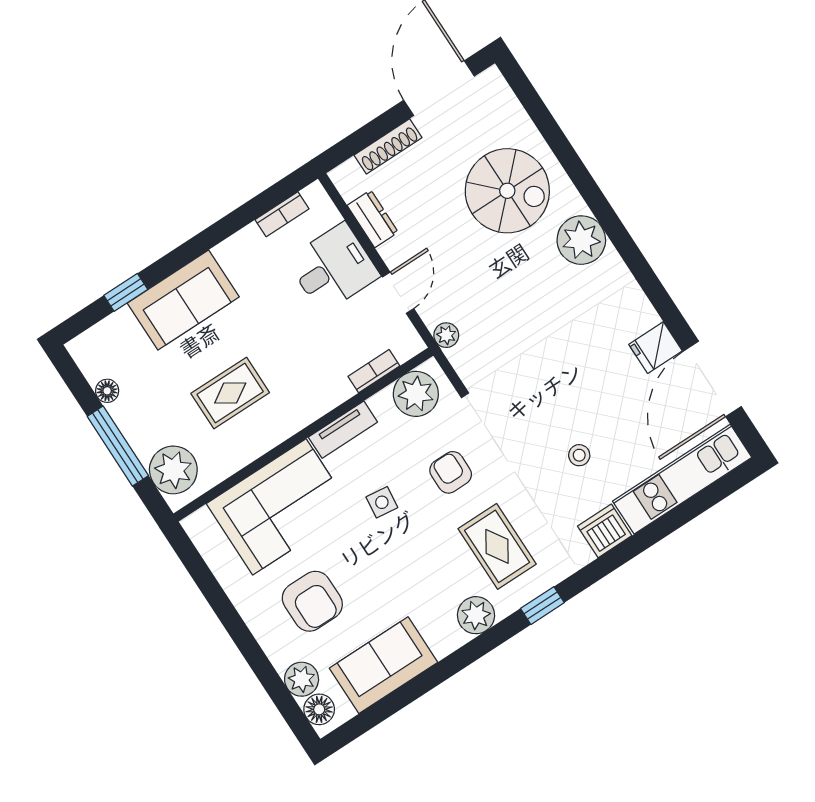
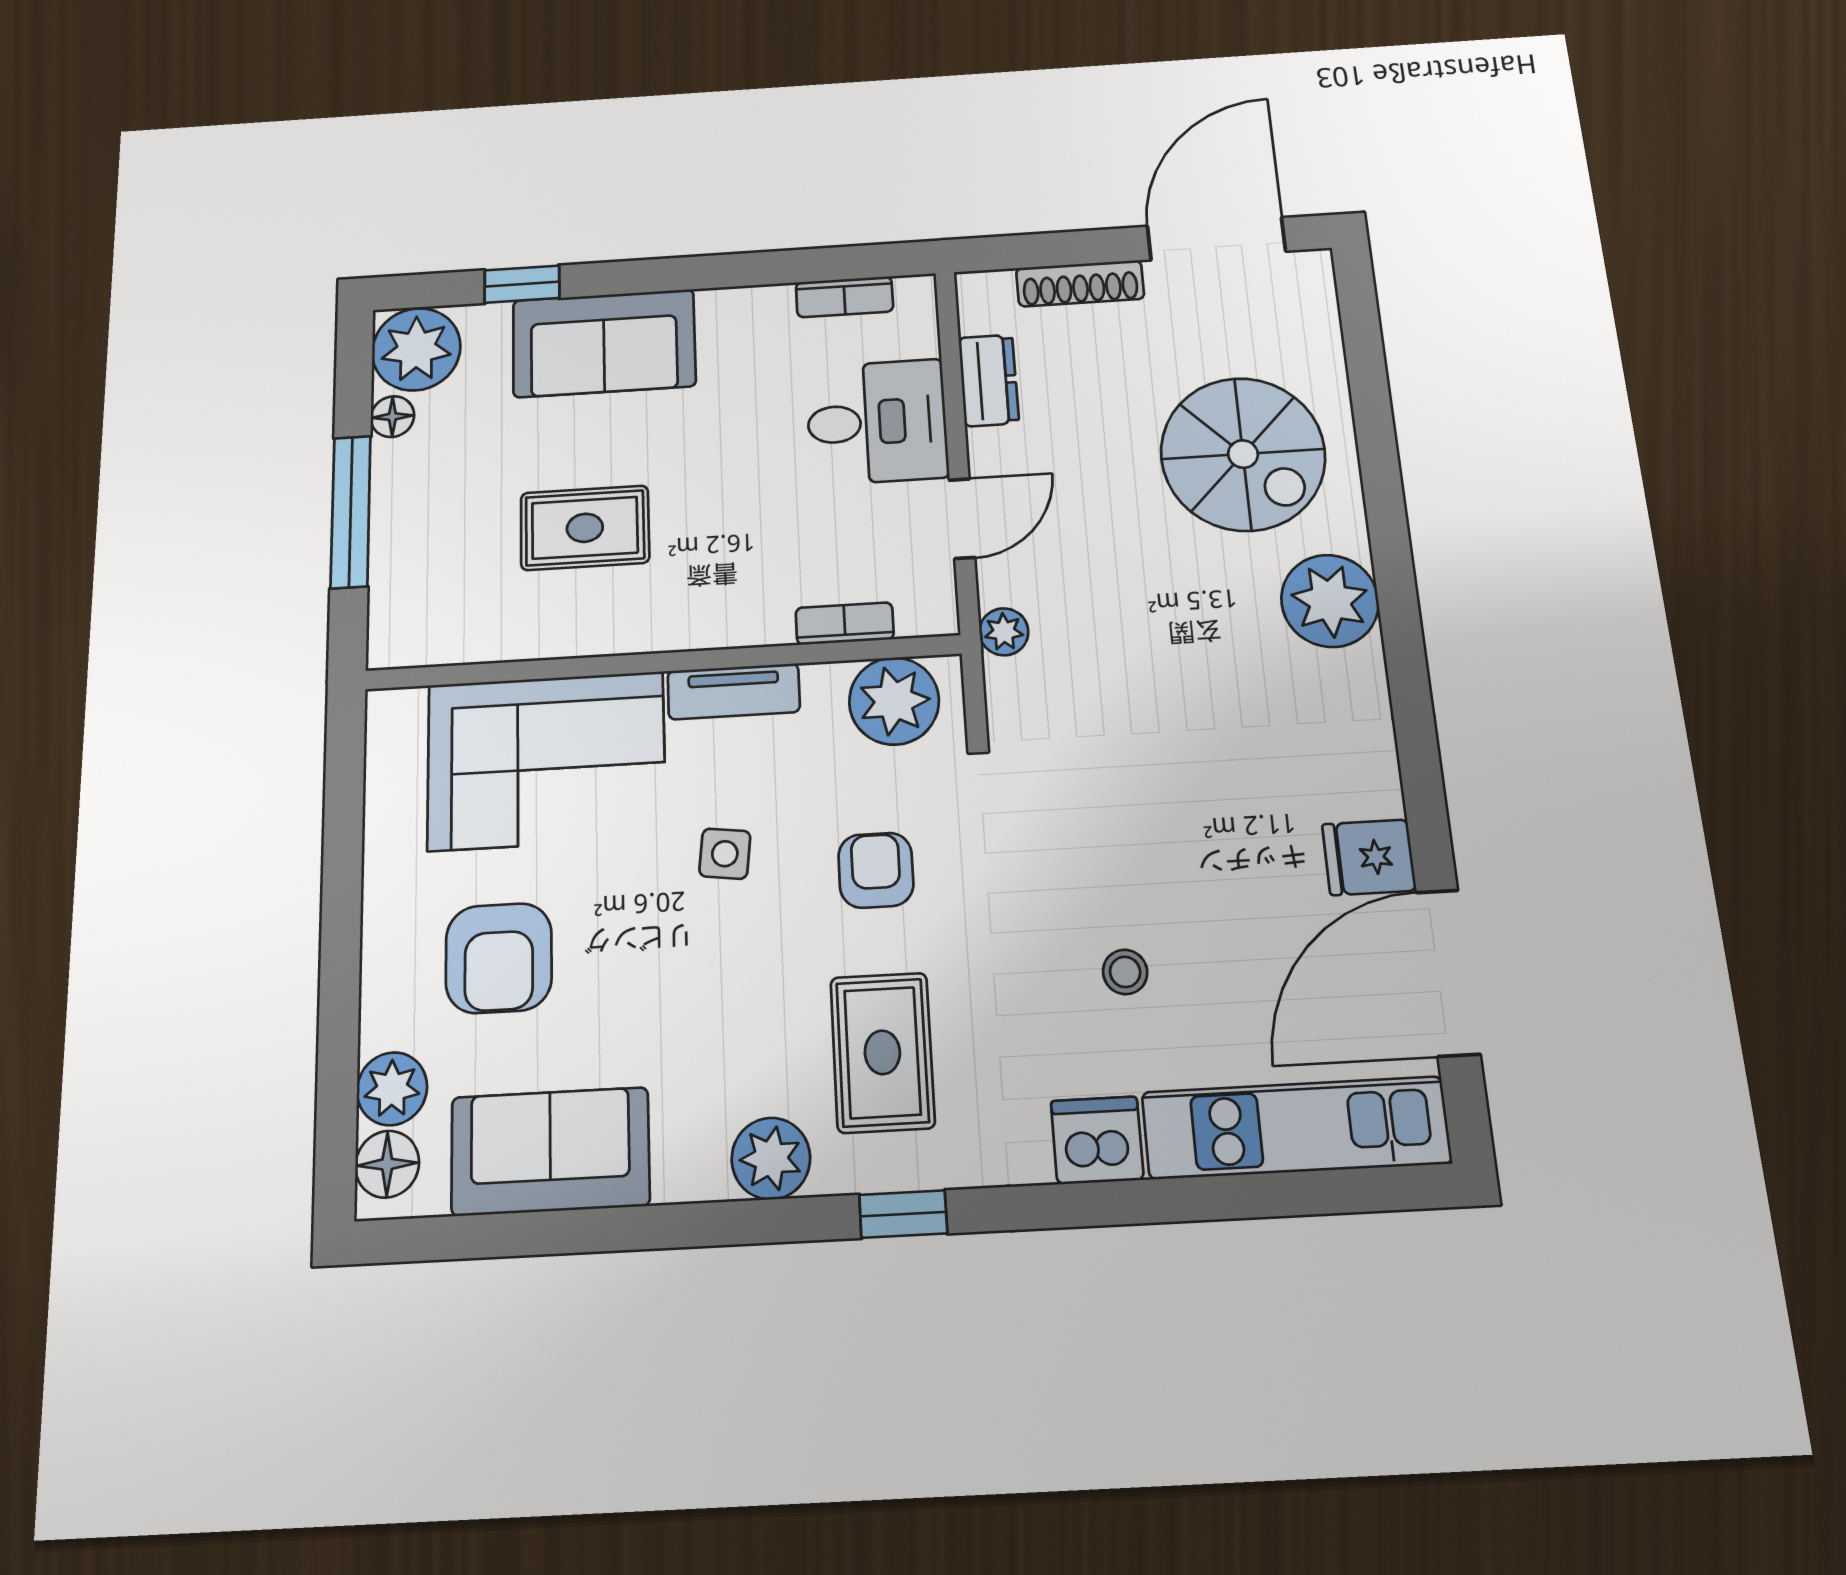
plant: (173, 470) -> (416, 349), moved

